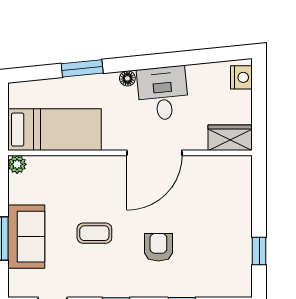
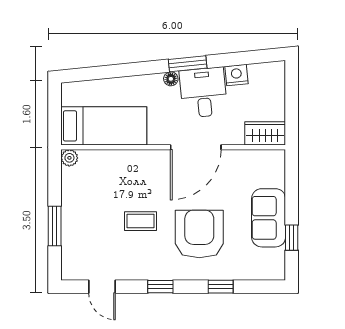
window: (82, 68) -> (188, 64), moved
nightstand: (241, 77) -> (236, 75), moved, turned -96
sofa: (26, 237) -> (269, 218), moved, turned 180
armchair: (158, 247) -> (199, 234), width x1.88, depth x1.88

